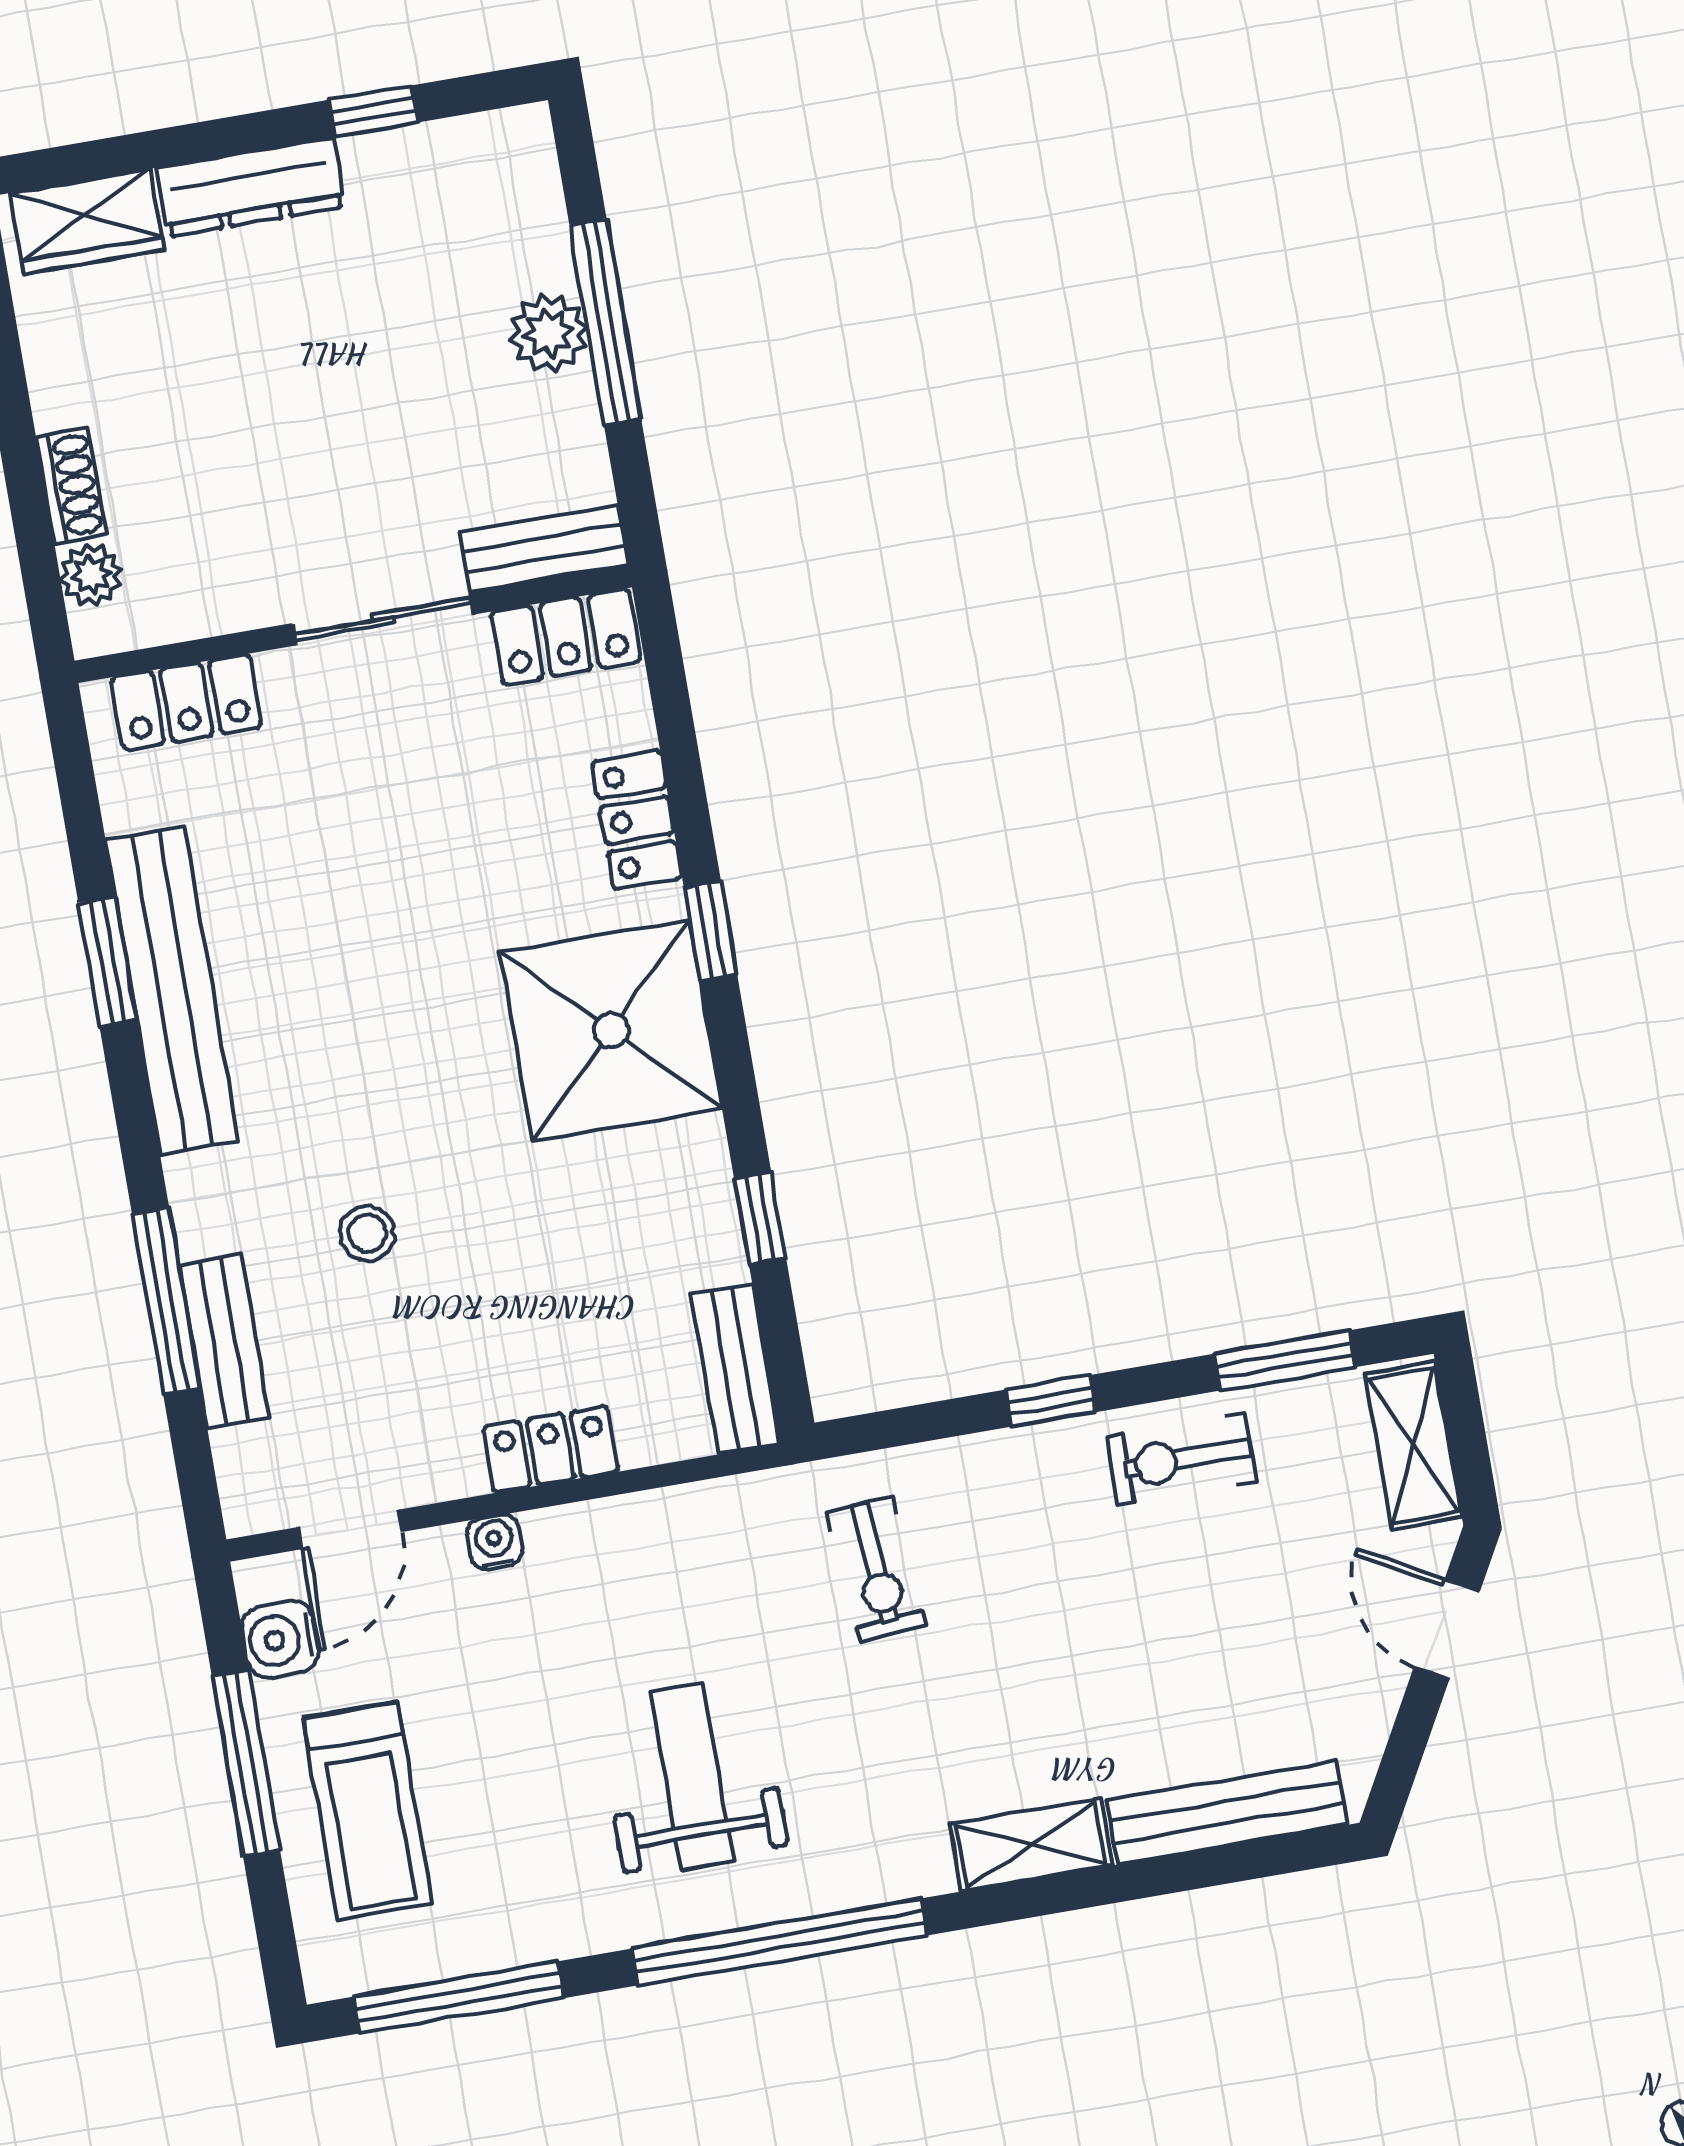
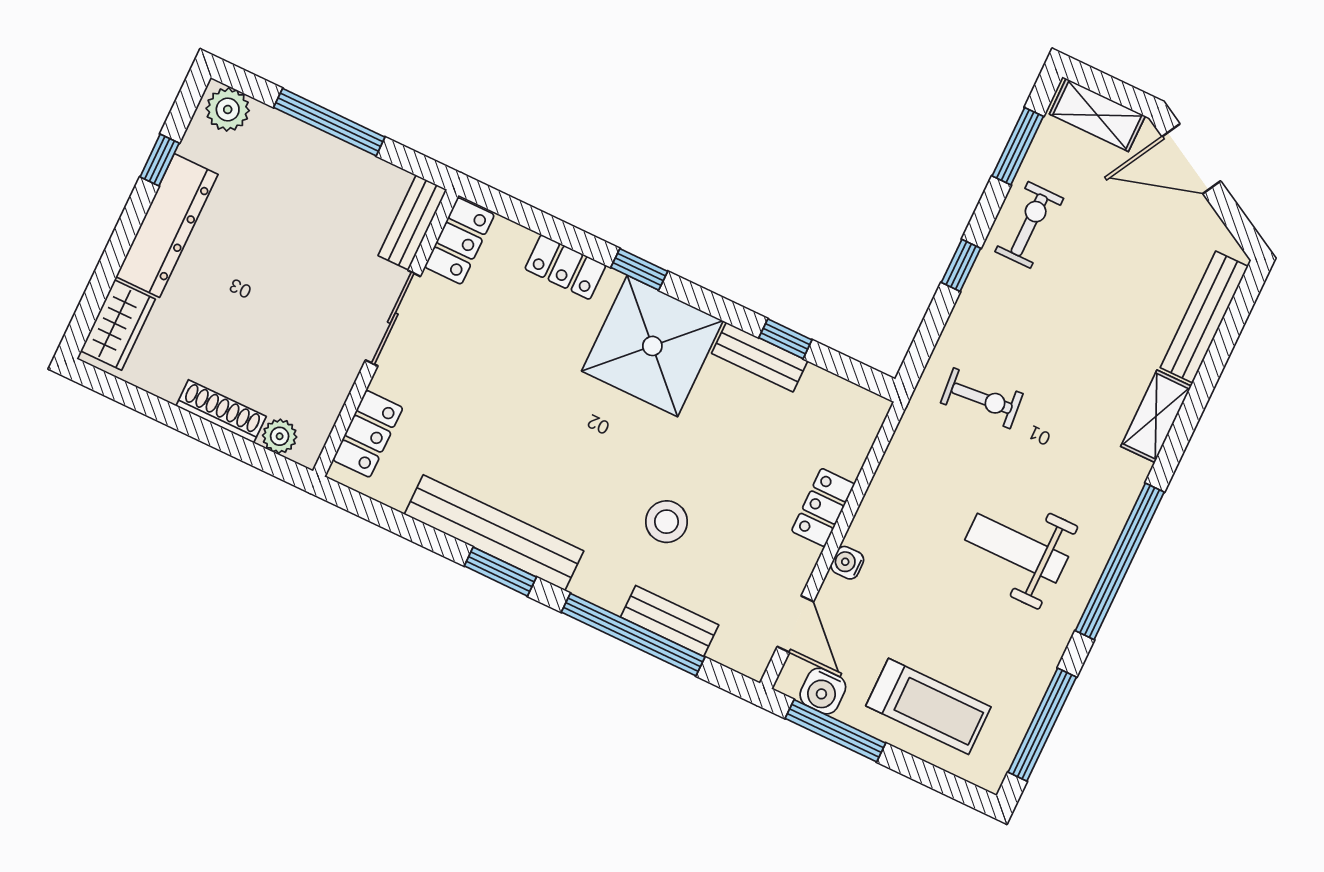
dresser: (251, 187) -> (167, 225), width x1.37, depth x1.24
plant: (548, 333) -> (228, 109), moved
shoe rack: (71, 486) -> (221, 411), width x1.43
window: (107, 962) -> (500, 572), moved
stool: (367, 1233) -> (666, 522), width x1.37, depth x1.37
window: (166, 1301) -> (633, 635), width x1.46
bench: (736, 1369) -> (760, 357), moved
exercise bike: (1181, 1459) -> (1029, 225), turned 180
door: (1447, 1629) -> (1191, 159), width x1.38
window: (246, 1763) -> (835, 731), moved

